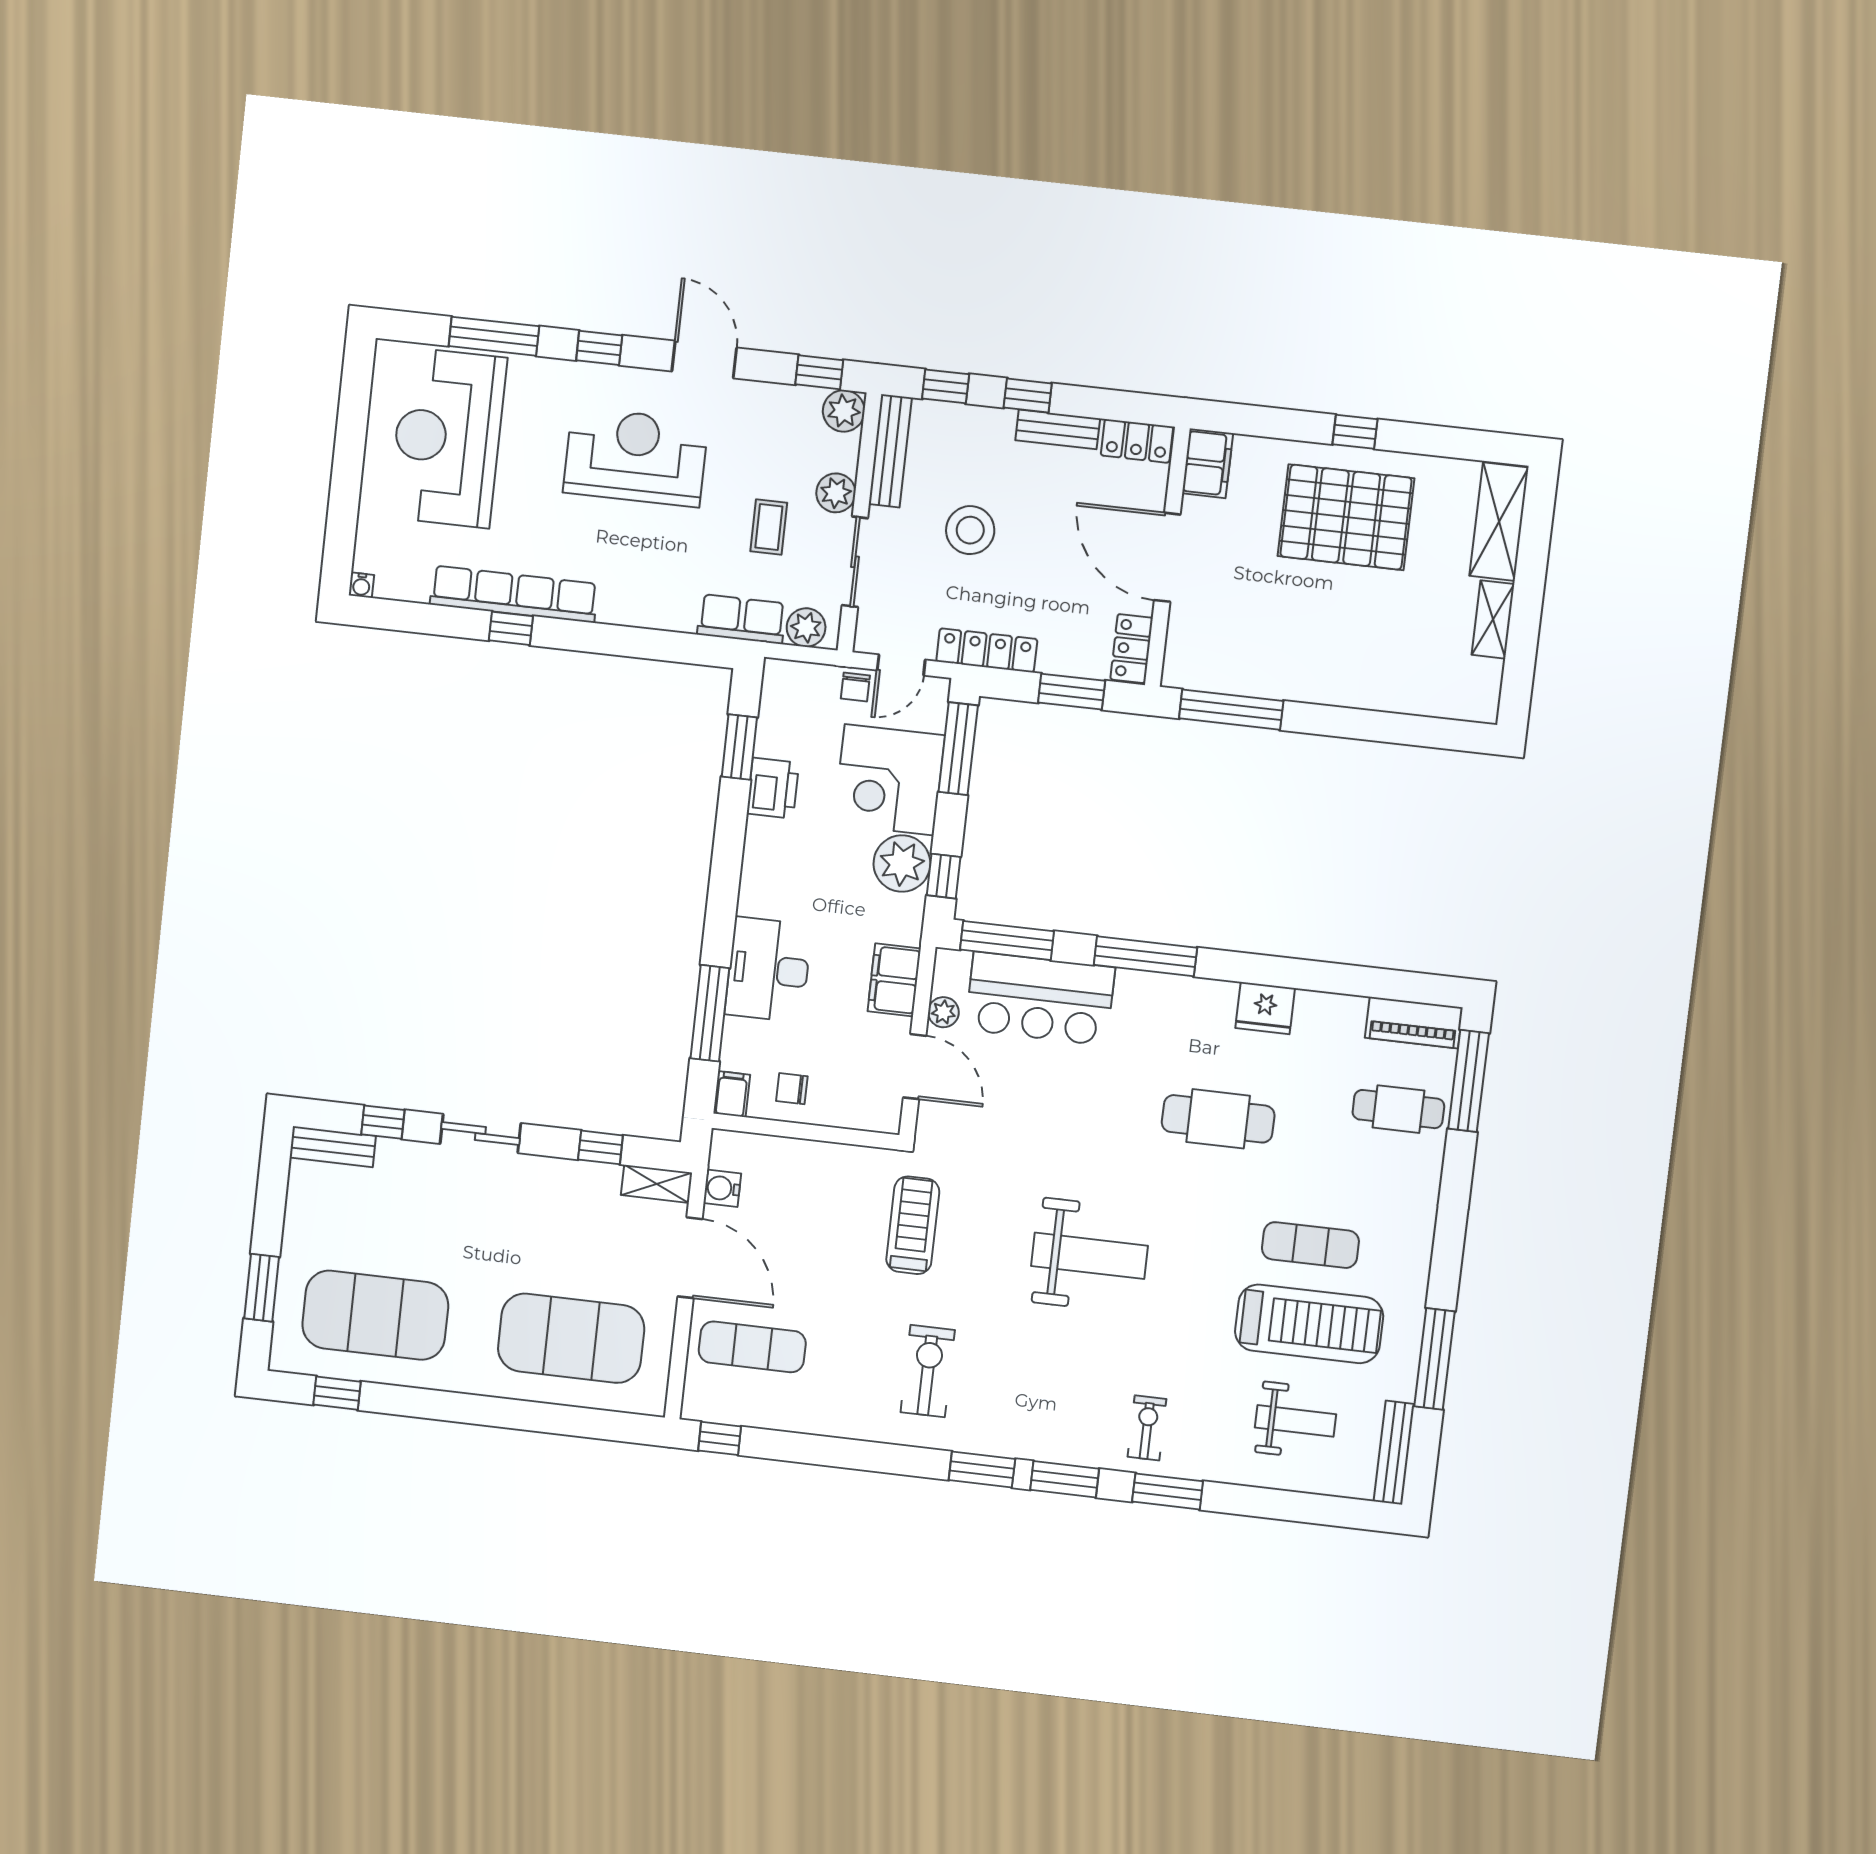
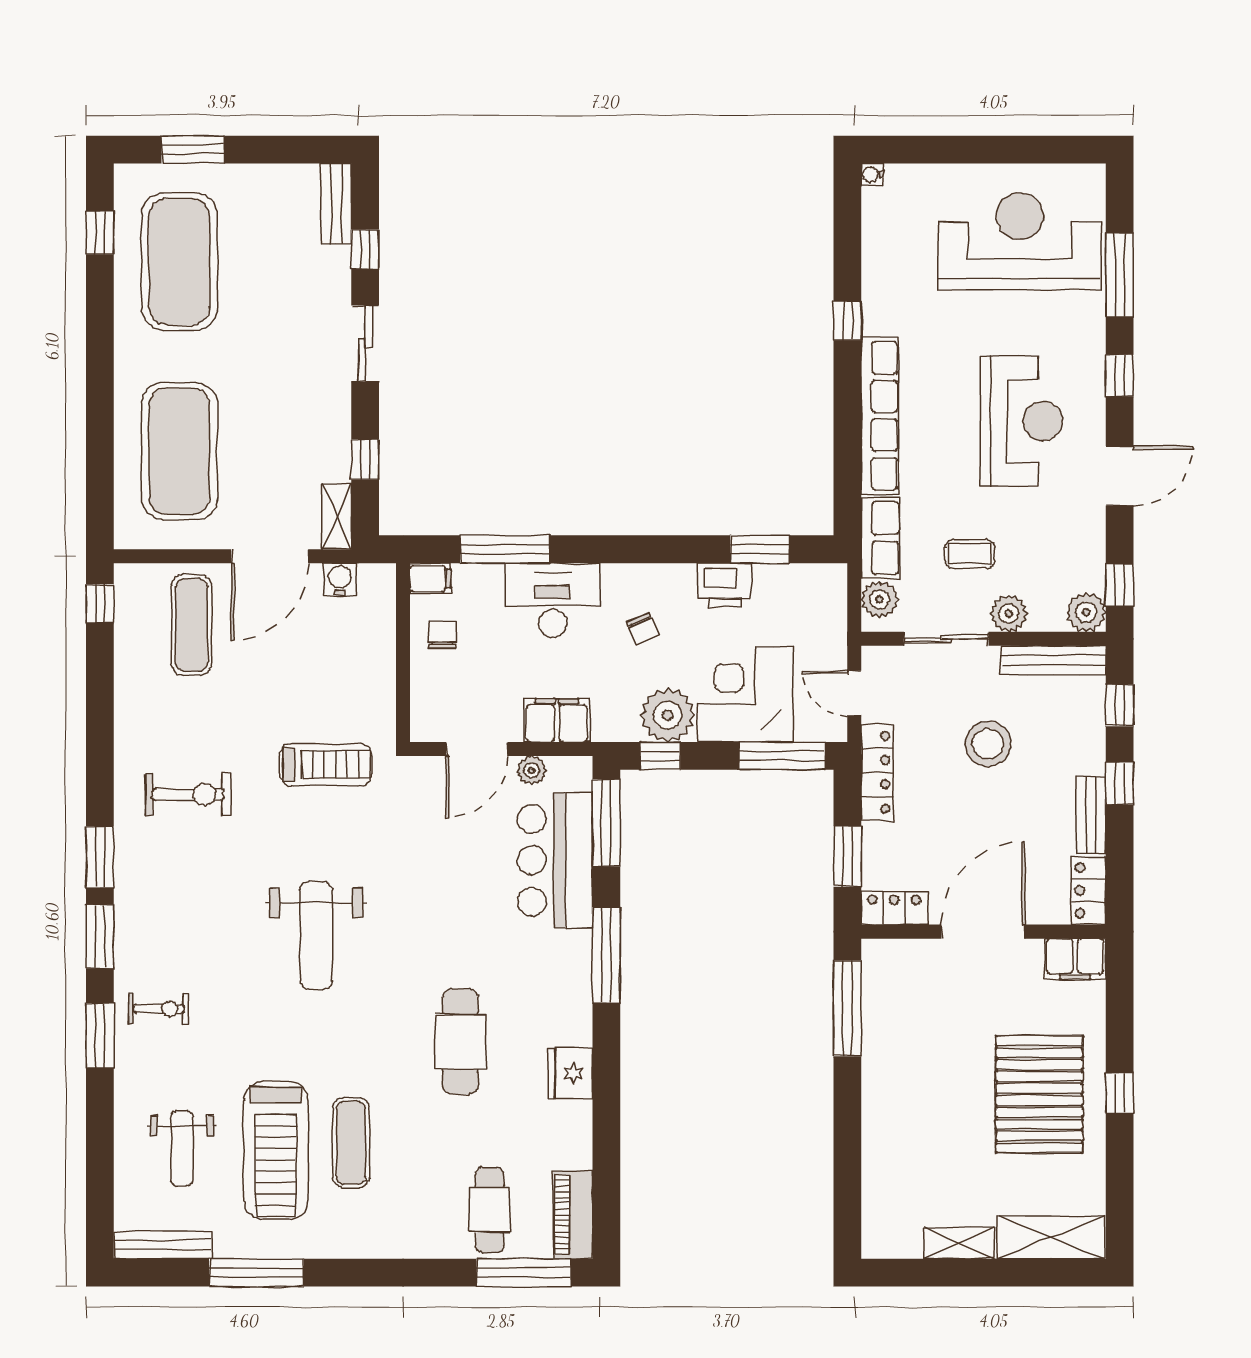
row of seats: (514, 594) -> (880, 416), moved
chair: (855, 687) -> (643, 628), moved, turned -114

